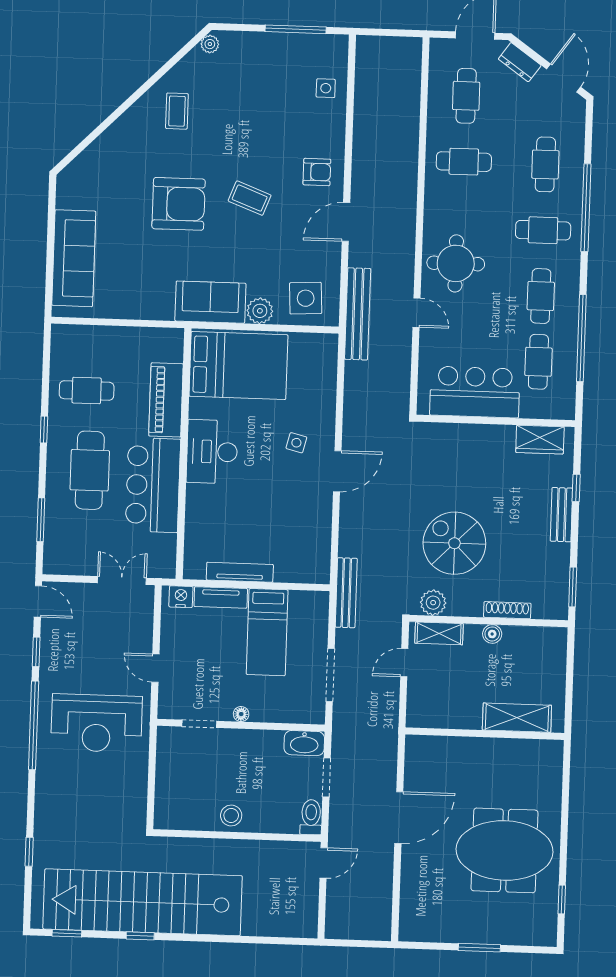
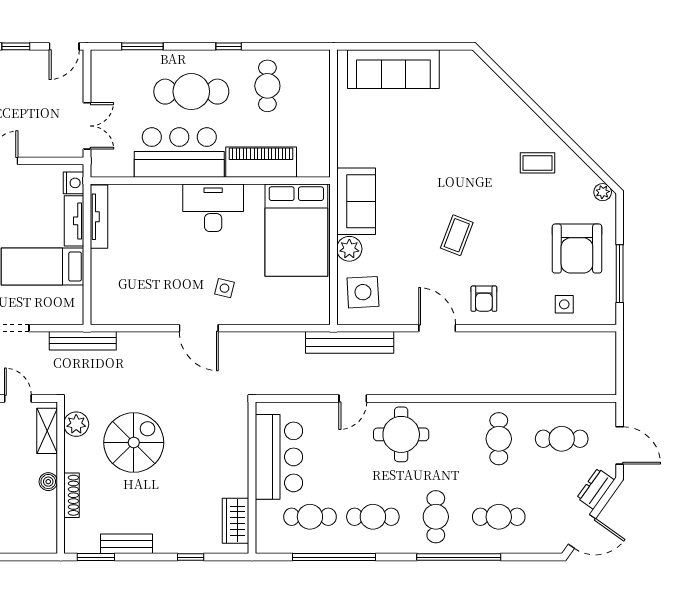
armchair: (179, 204) -> (577, 249), moved
bench: (561, 515) -> (126, 544), moved
tv unit: (240, 572) -> (99, 217), moved

